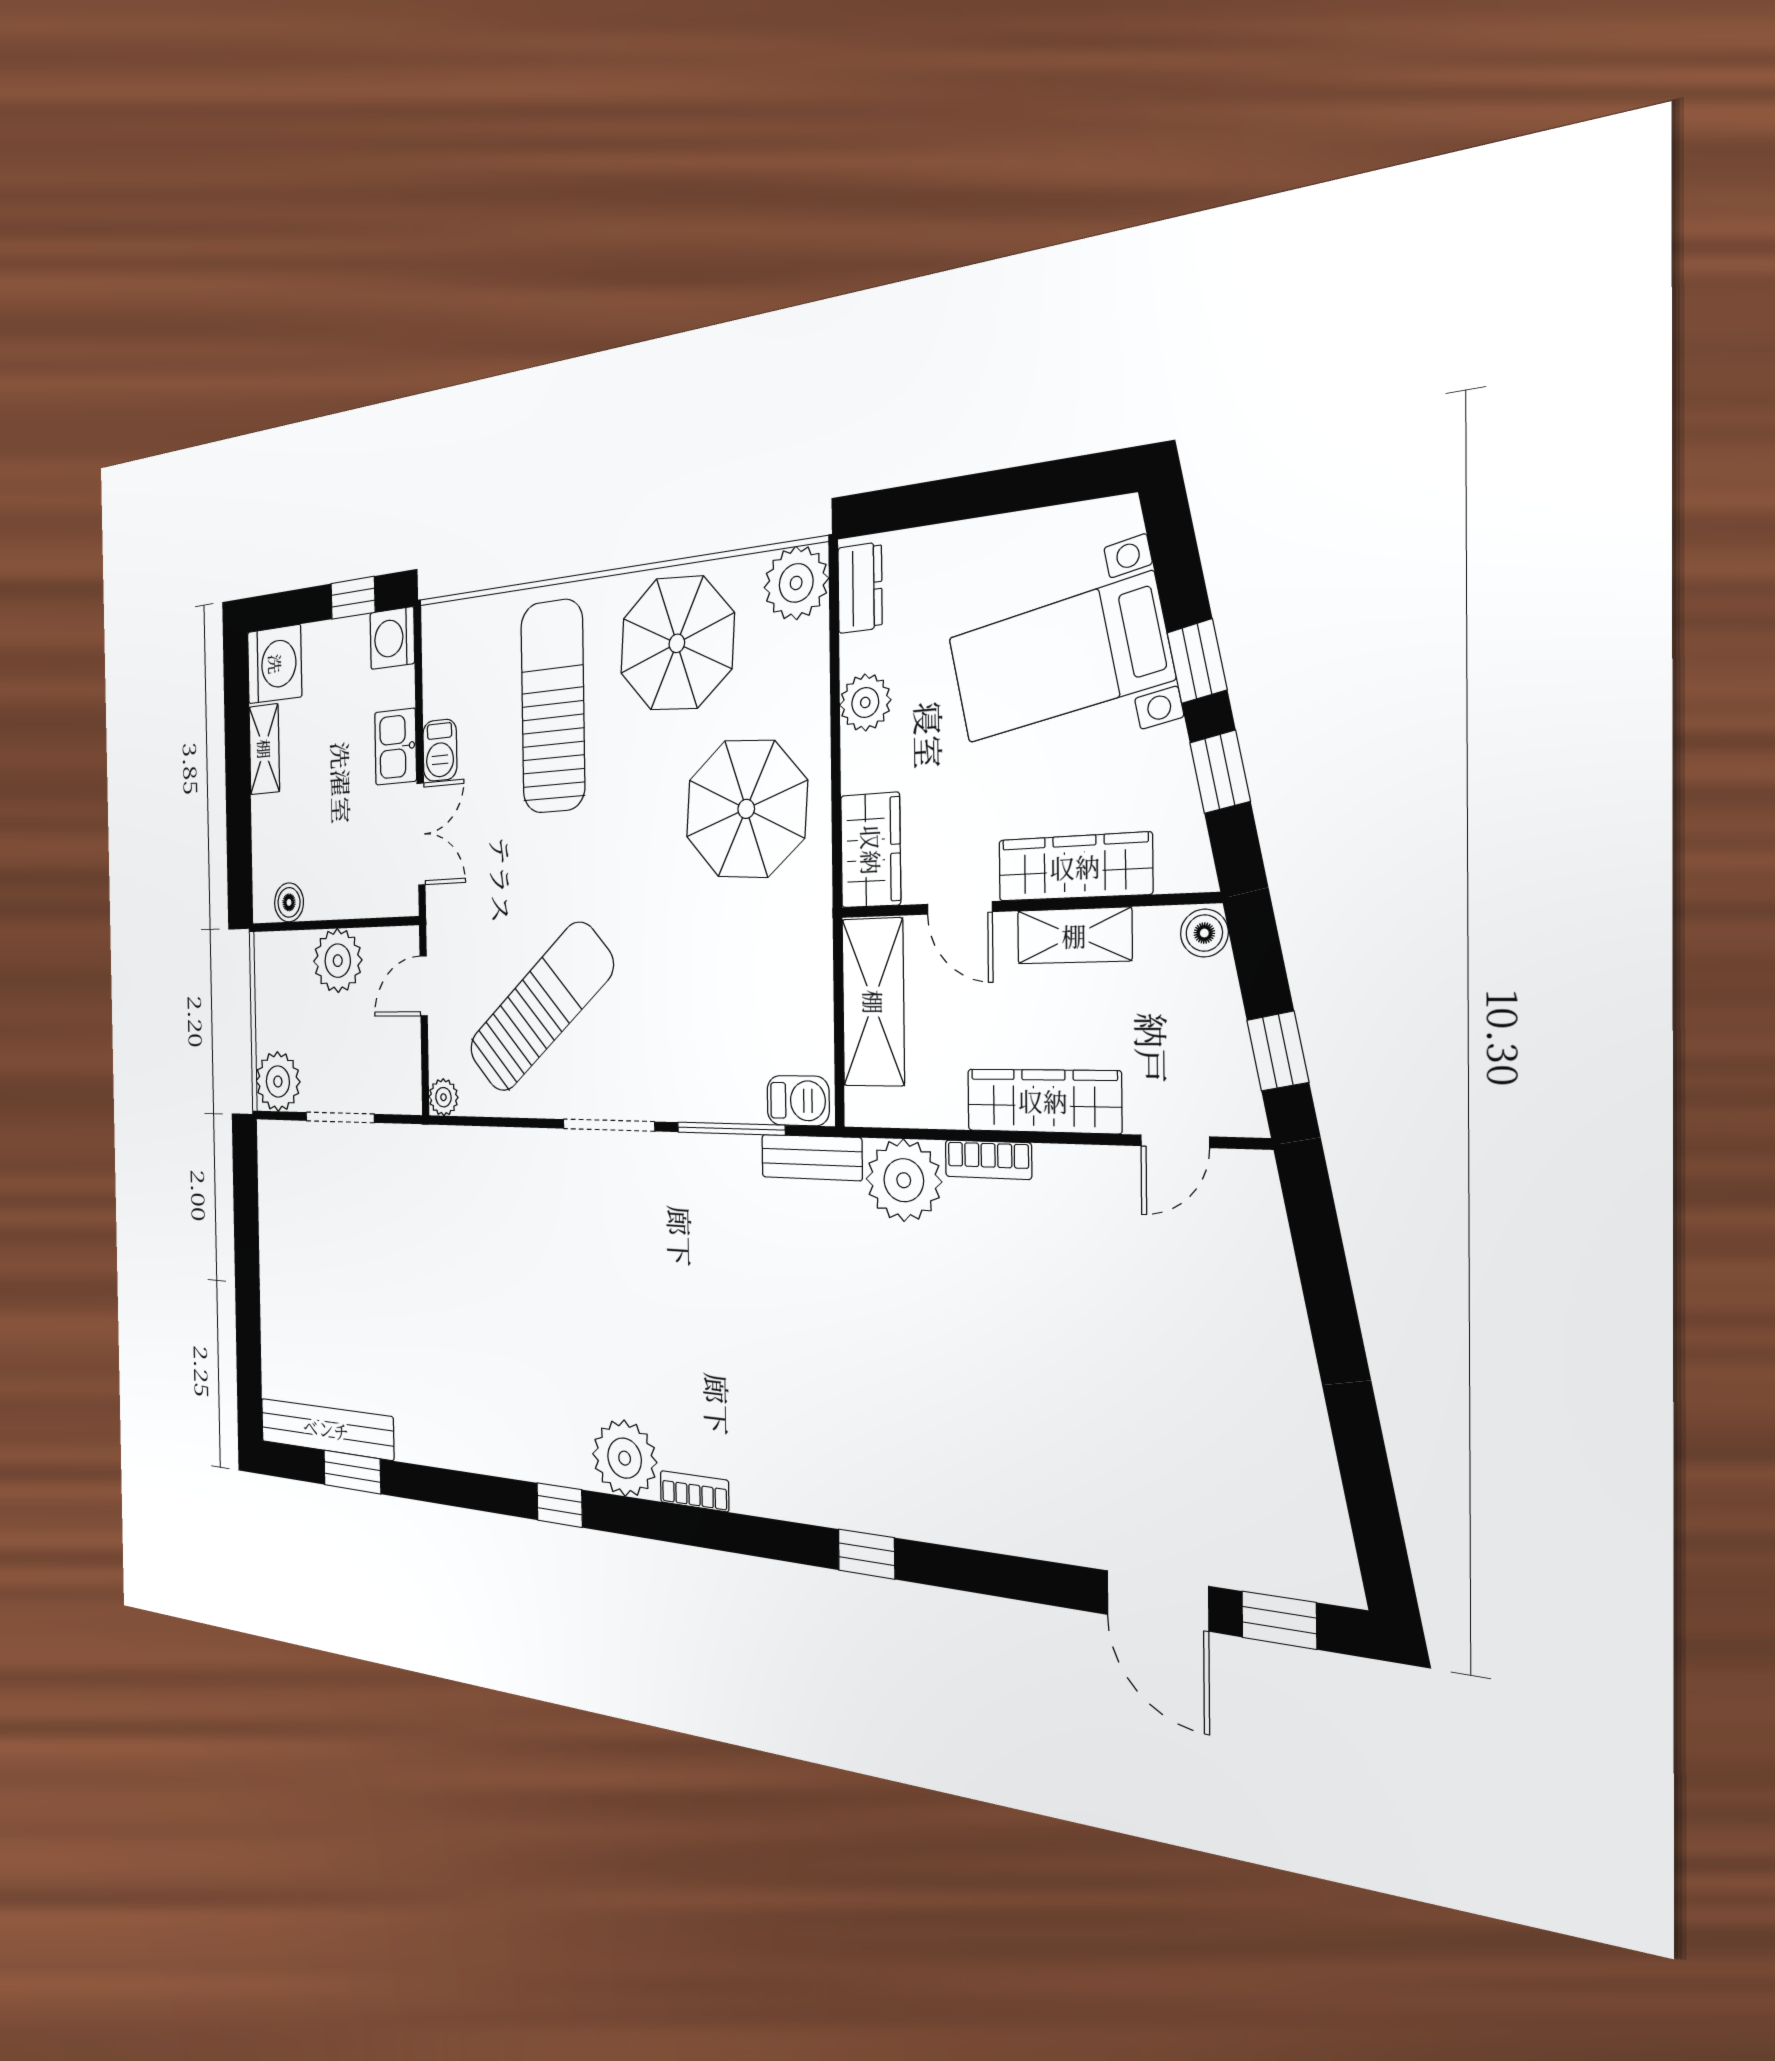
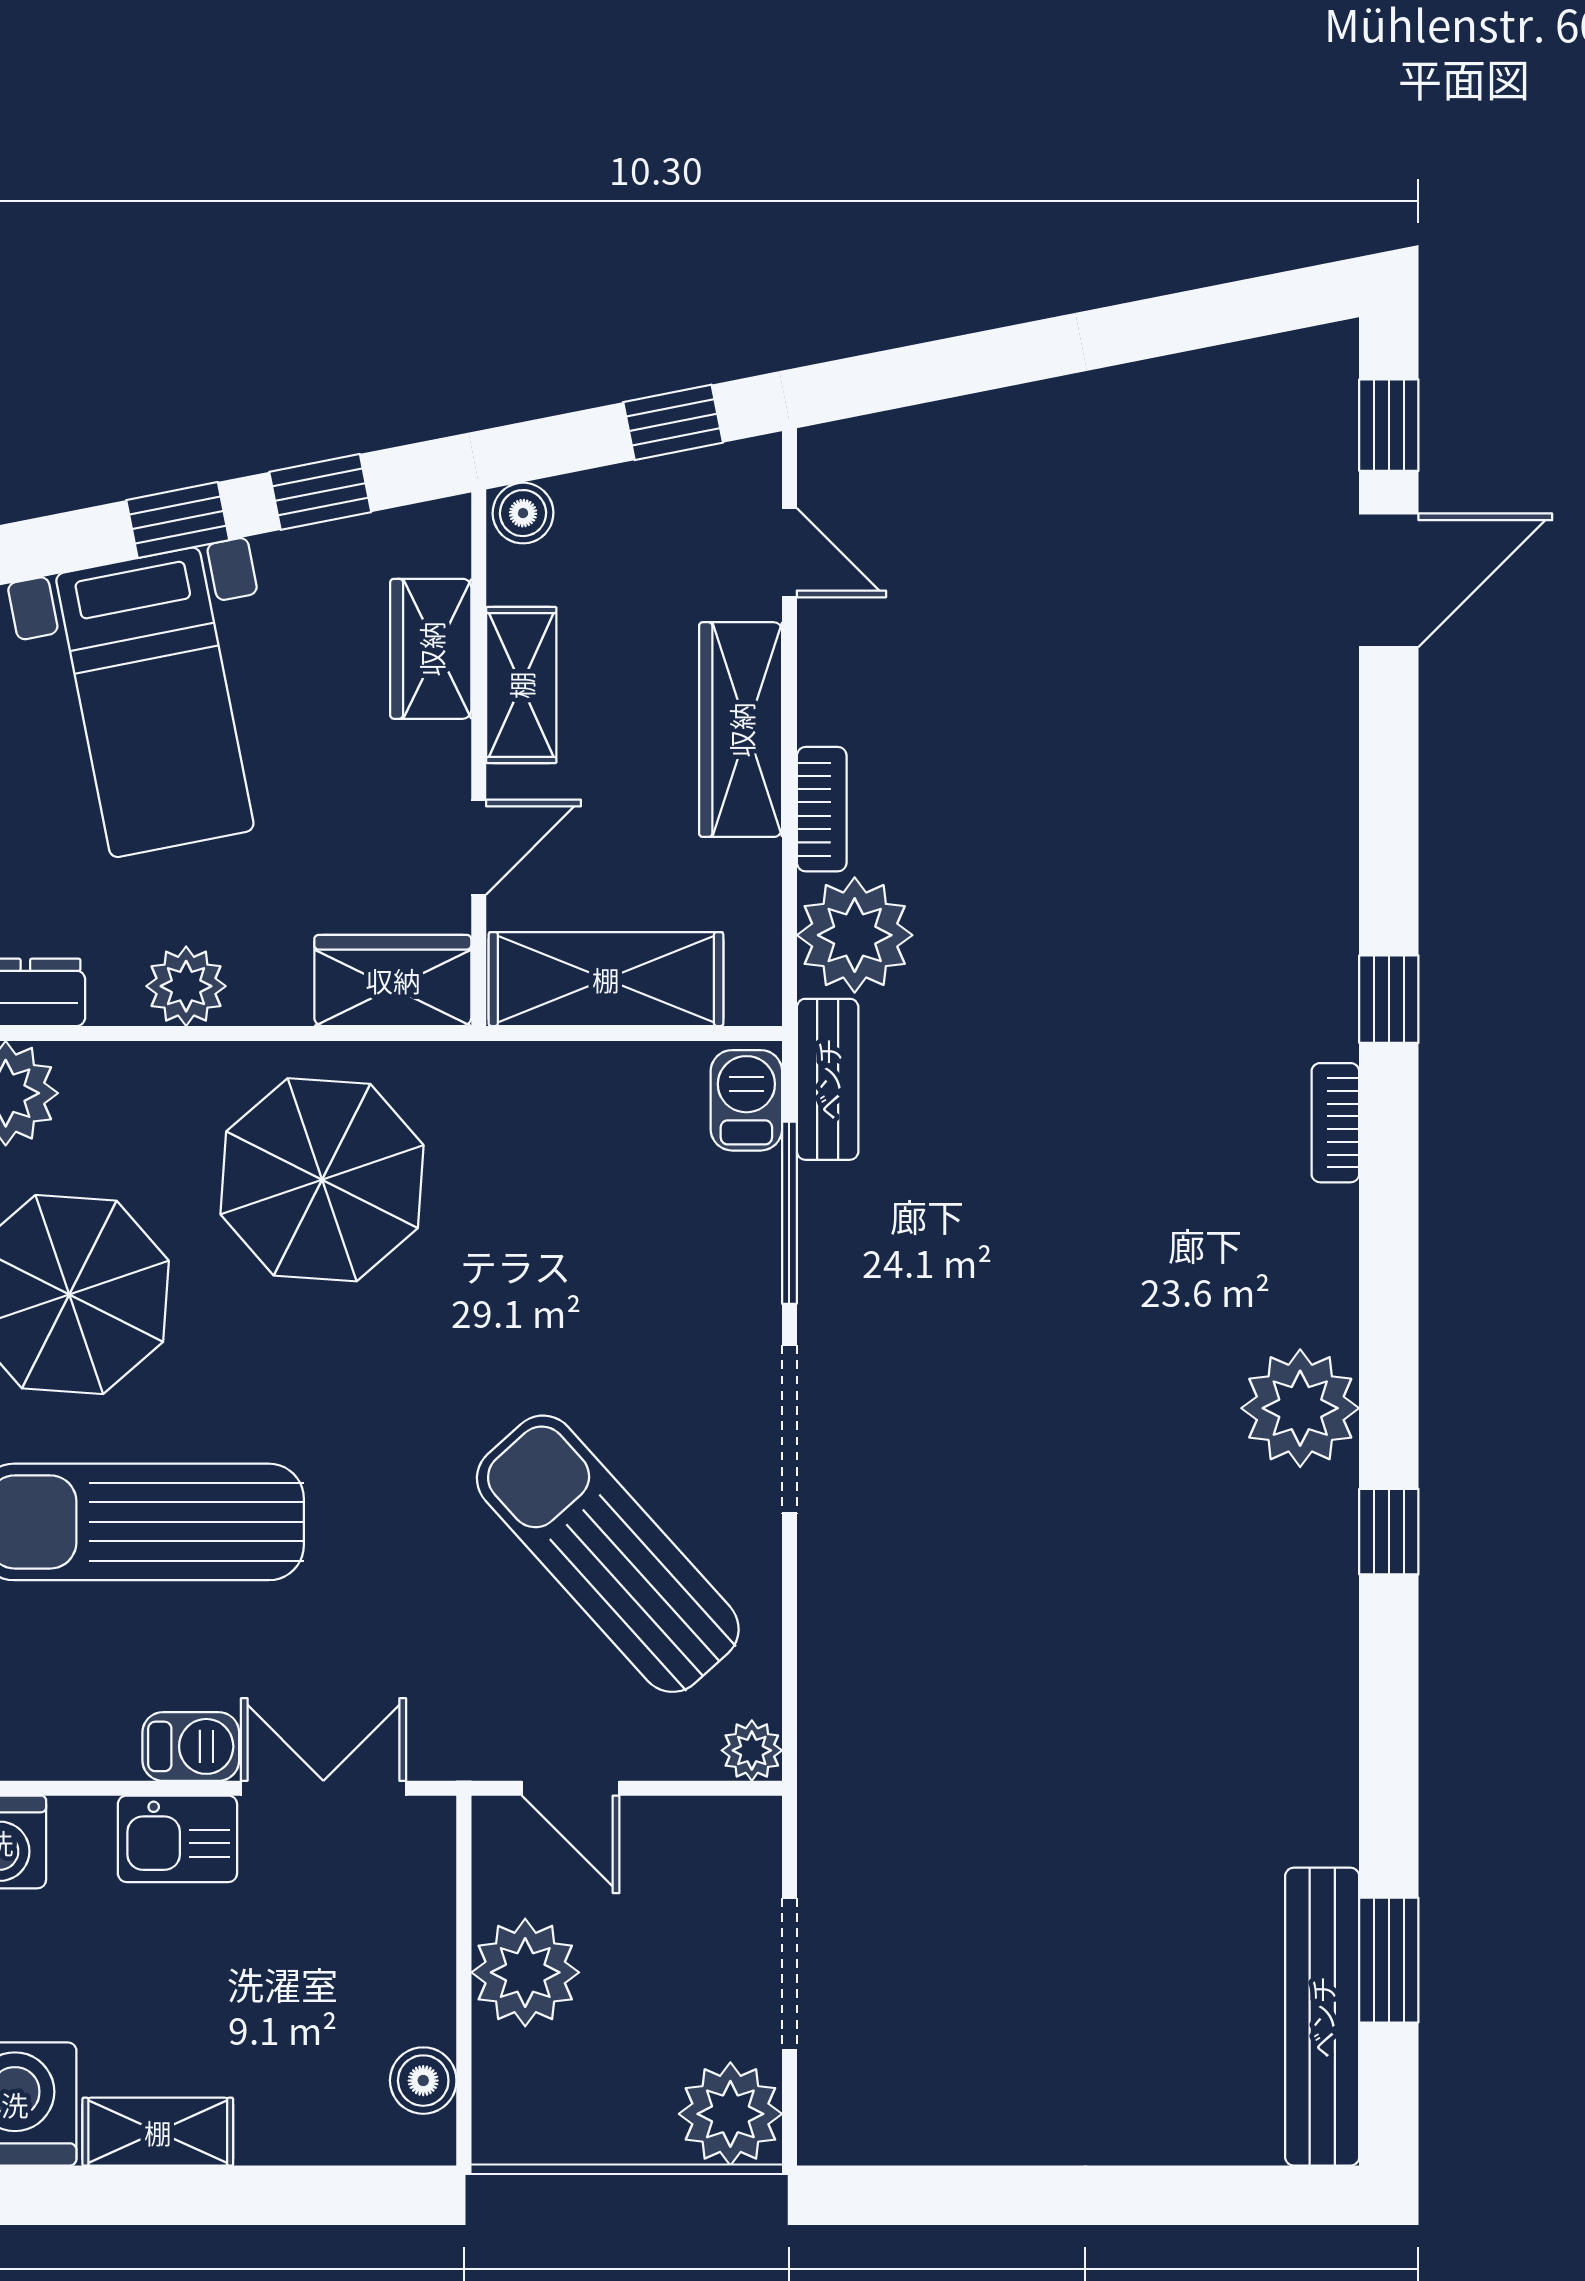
wardrobe: (1075, 867) -> (431, 649), width x0.67
bookcase: (694, 1491) -> (1335, 1123), moved

